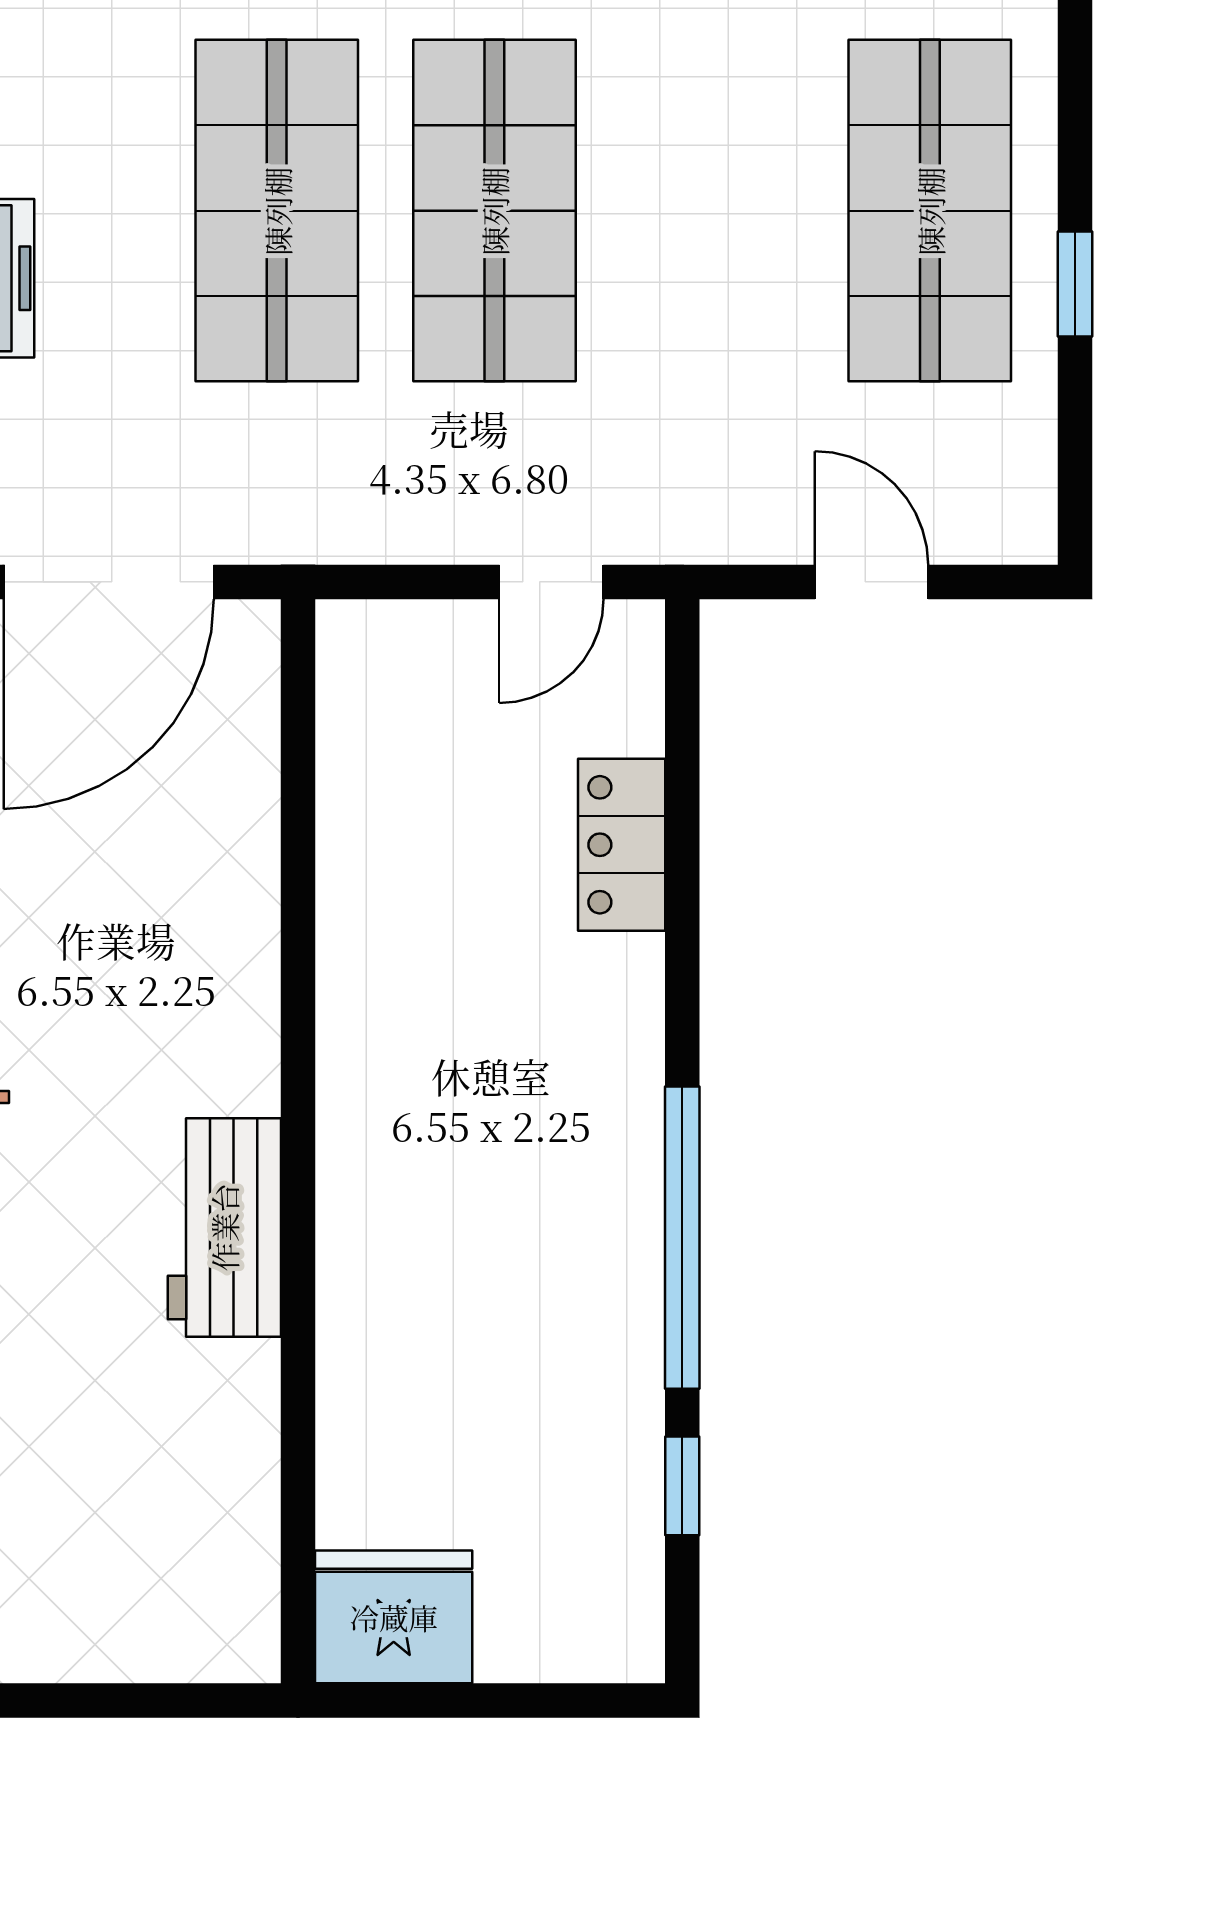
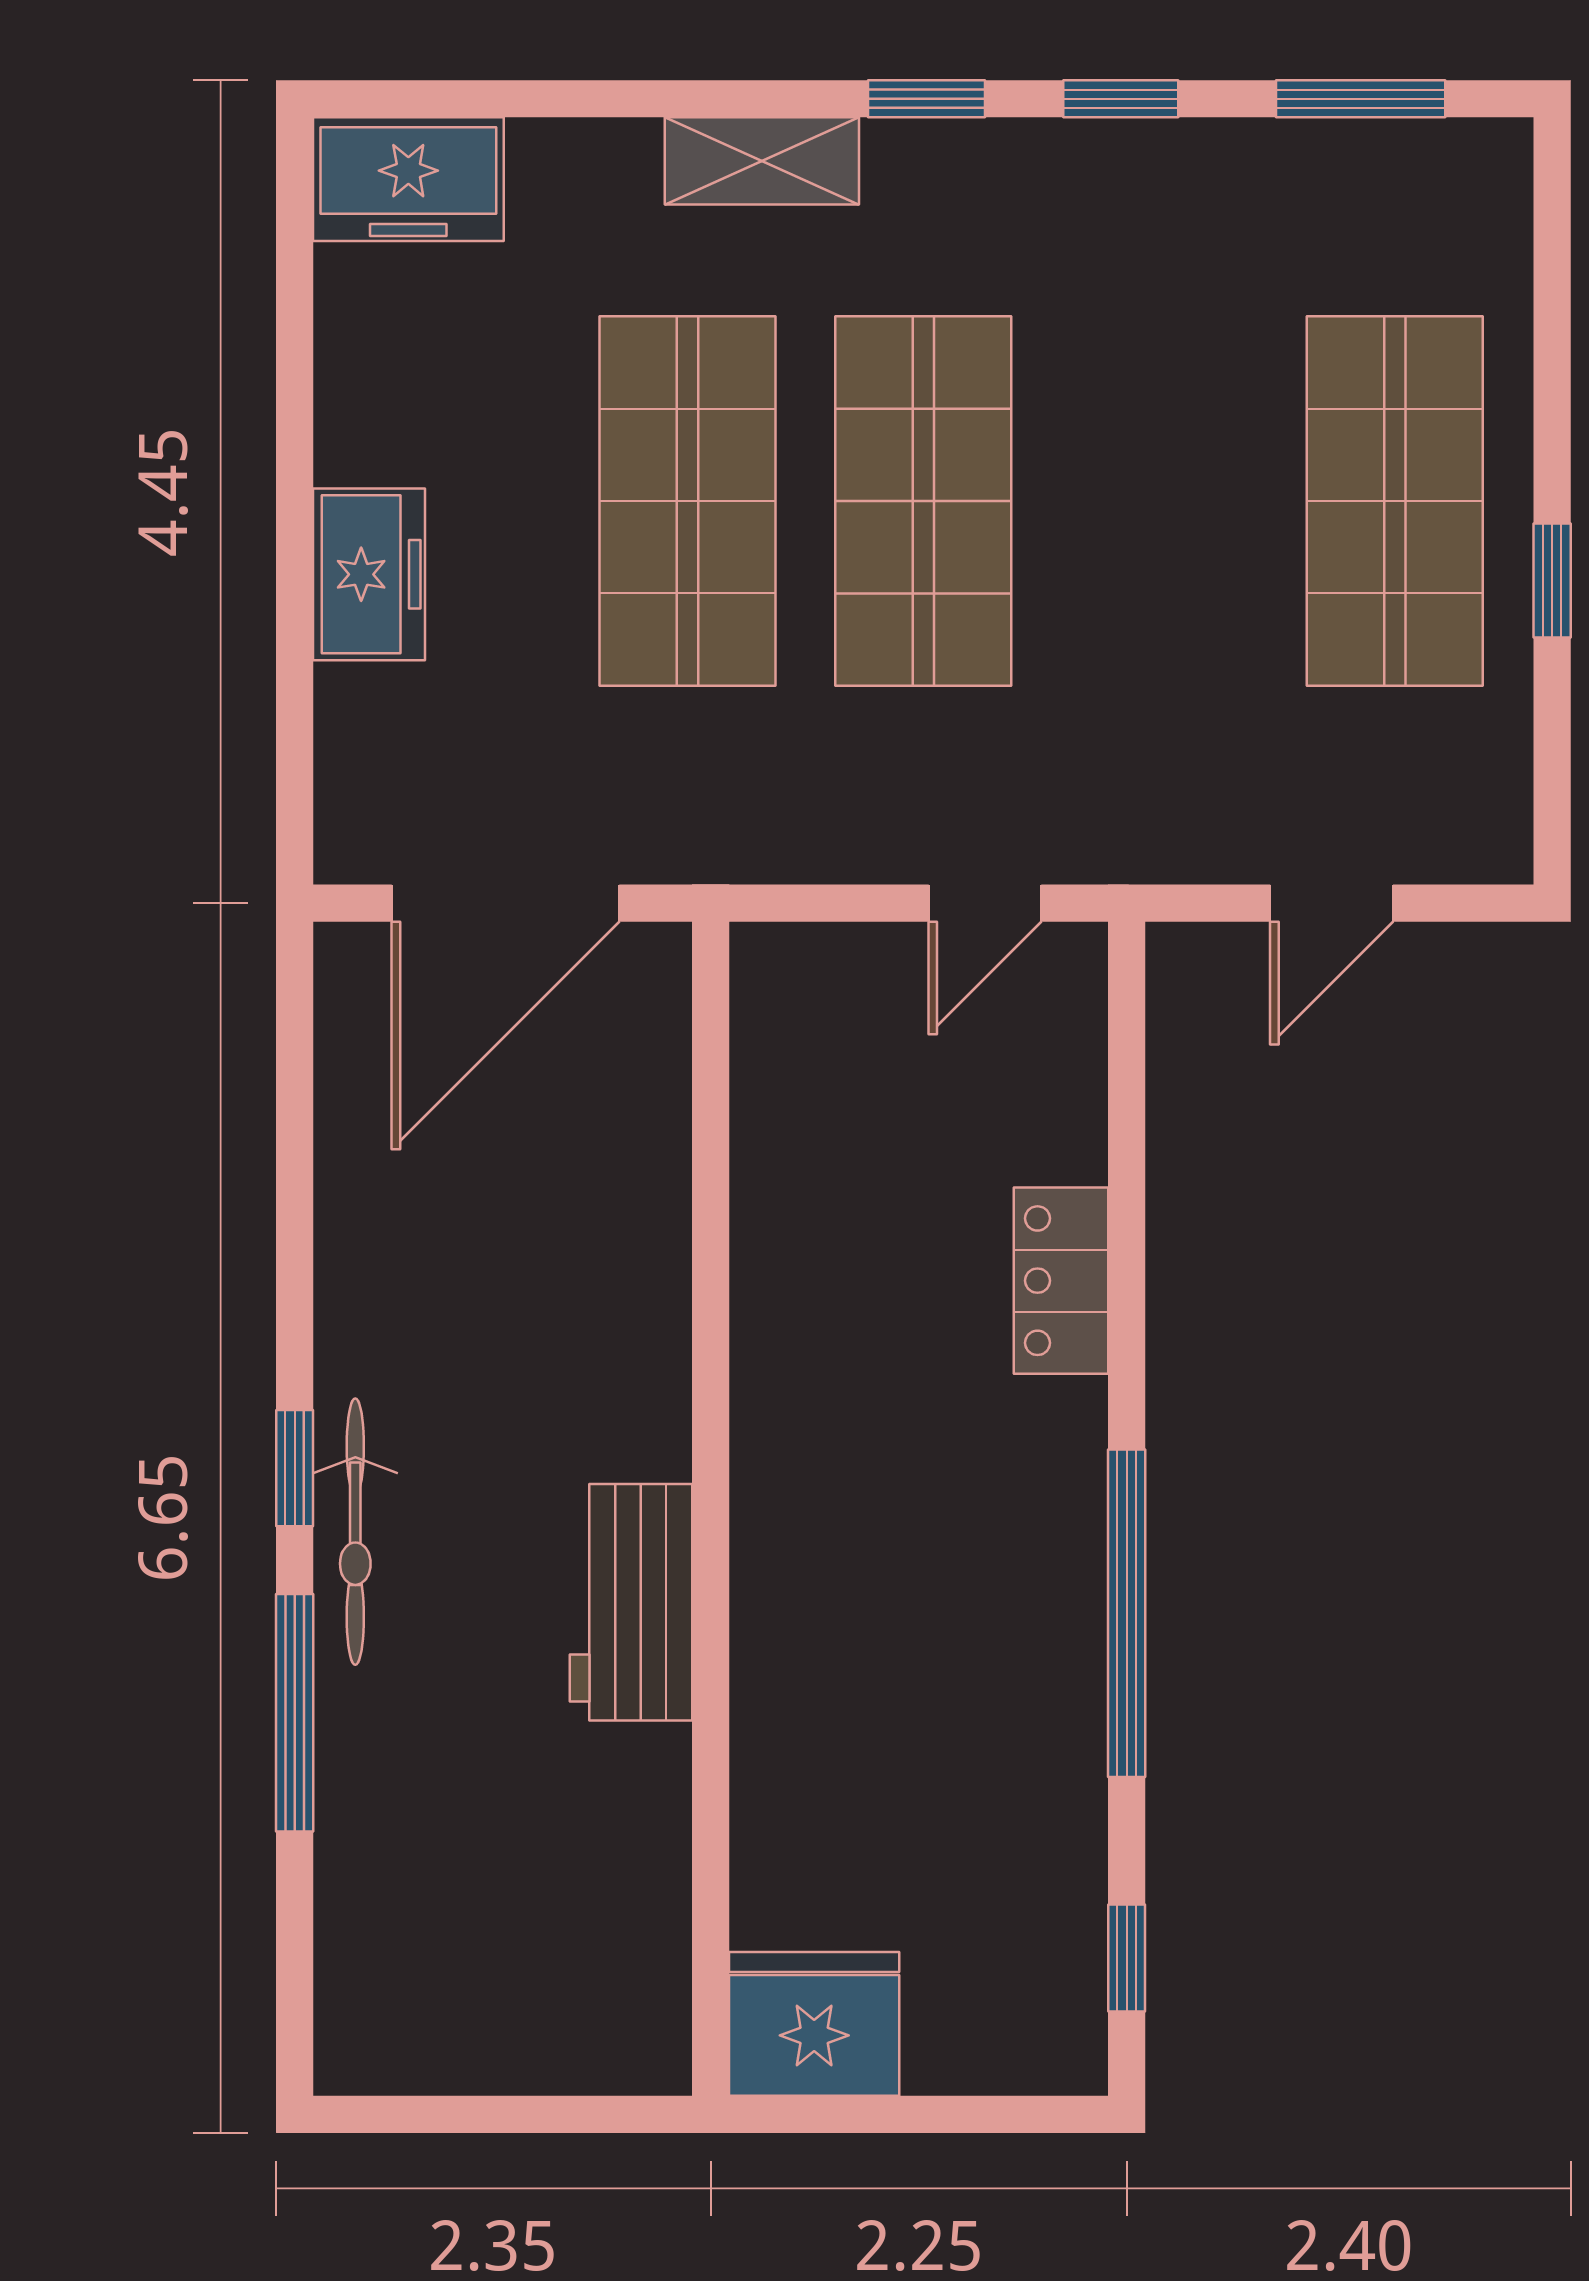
door: (872, 582) -> (1332, 903), swing flipped
locker: (622, 845) -> (1061, 1281), moved
window: (682, 1486) -> (1127, 1958), moved

